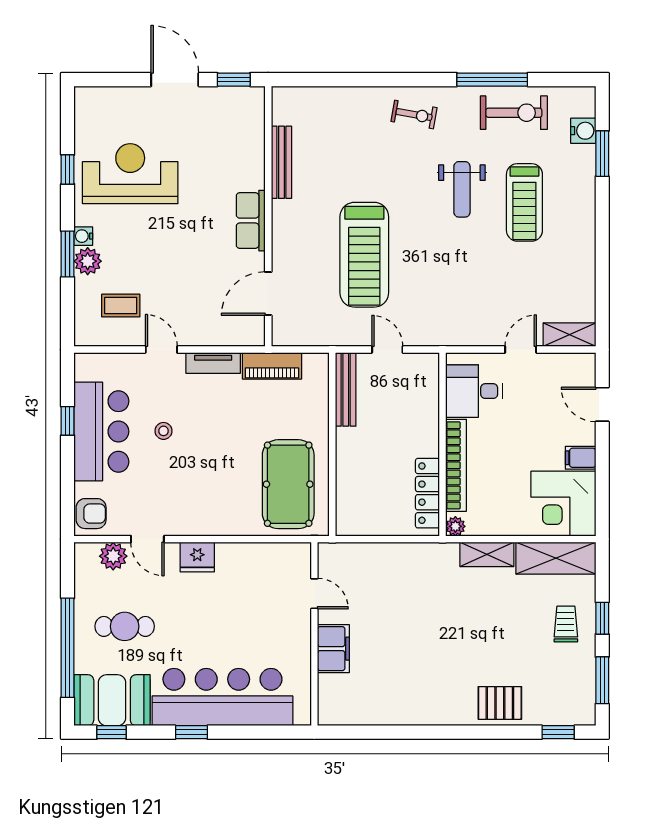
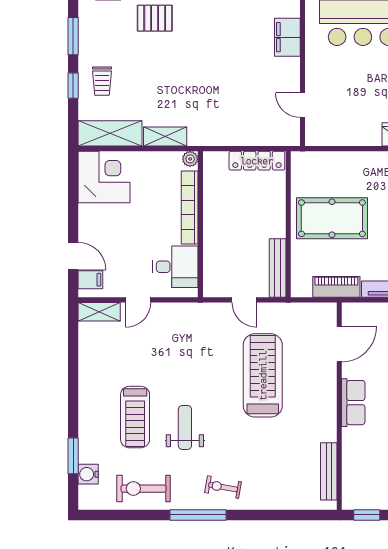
window: (492, 80) -> (198, 515), moved
bench: (281, 162) -> (329, 471), moved
treadmill: (524, 202) -> (135, 417), turned 180
filing cabinet: (581, 458) -> (90, 280), moved
pool table: (288, 484) -> (332, 218), moved, turned 90
locker: (427, 493) -> (257, 161), moved, turned 90
filing cabinet: (333, 649) -> (287, 37), moved

